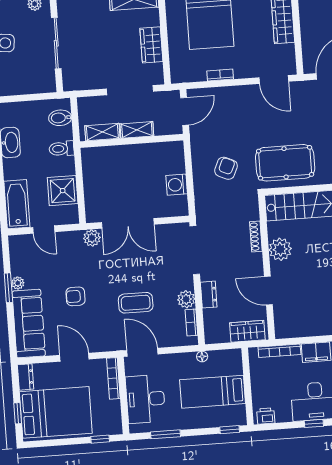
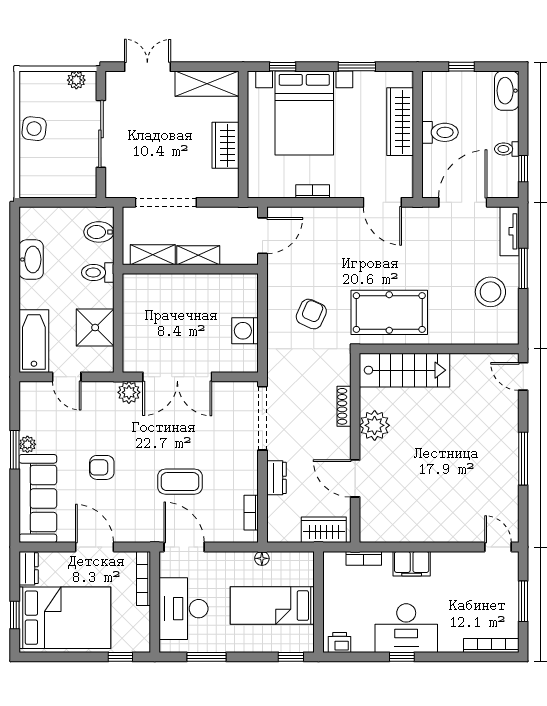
toilet: (314, 23) -> (440, 132), added
doorway: (130, 90) -> (166, 202), moved
plant: (186, 299) -> (247, 482), removed
bookcase: (279, 351) -> (364, 558), width x0.64

